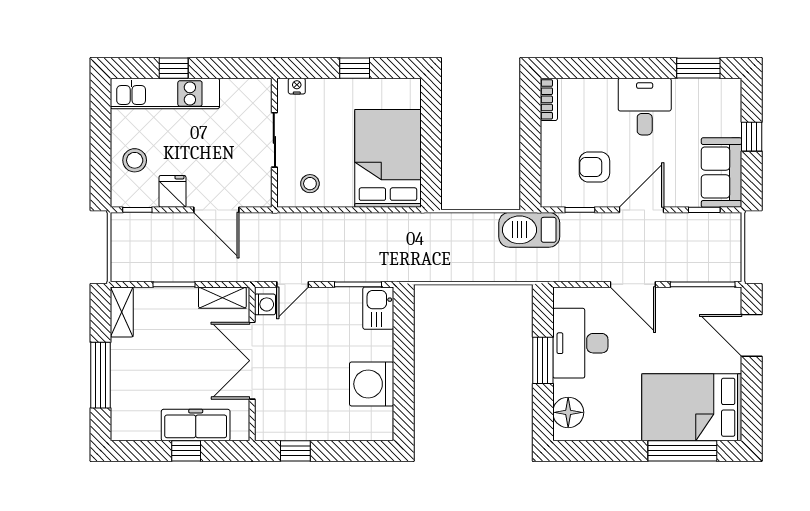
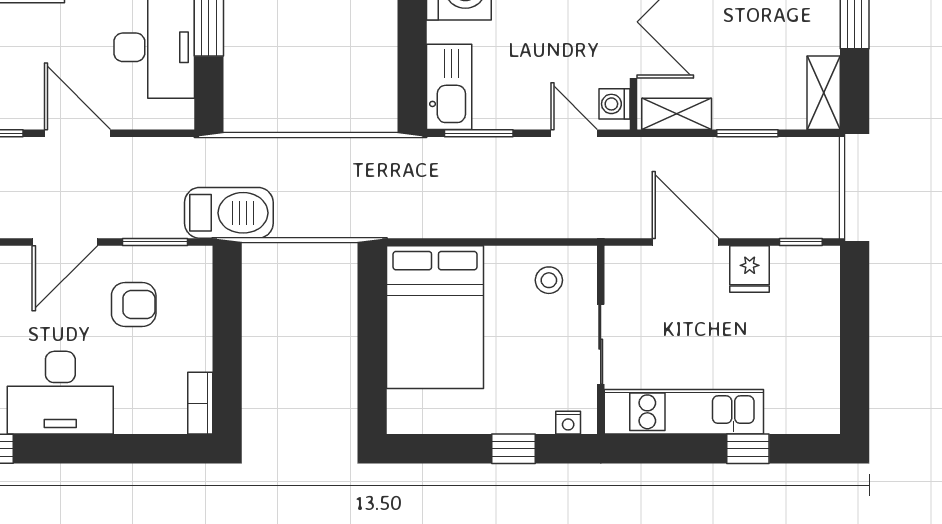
window: (355, 68) -> (513, 449), moved
kitchen unit: (165, 93) -> (684, 412), moved
desk: (645, 107) -> (60, 393), width x1.37
stool: (135, 160) -> (805, 314), removed
window: (580, 210) -> (155, 242), width x1.50
door: (293, 284) -> (574, 133), hinge flipped
kitchen sink: (378, 308) -> (449, 87), width x1.38

